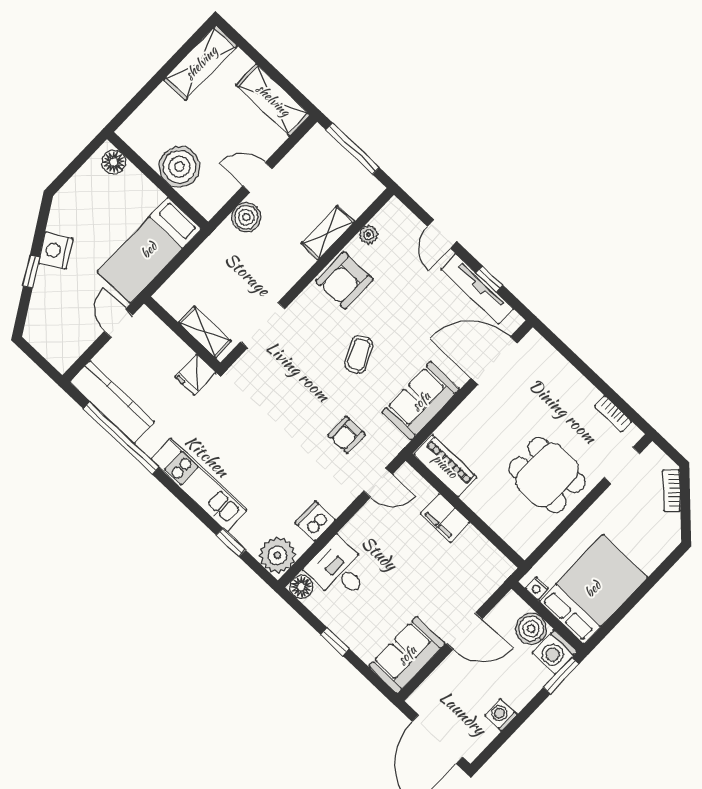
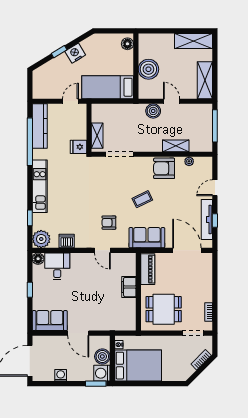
piano: (445, 466) -> (148, 269), moved
dining table: (547, 475) -> (164, 309), turned 90
wall: (465, 511) -> (138, 292), moved
filing cabinet: (445, 518) -> (129, 287), moved

